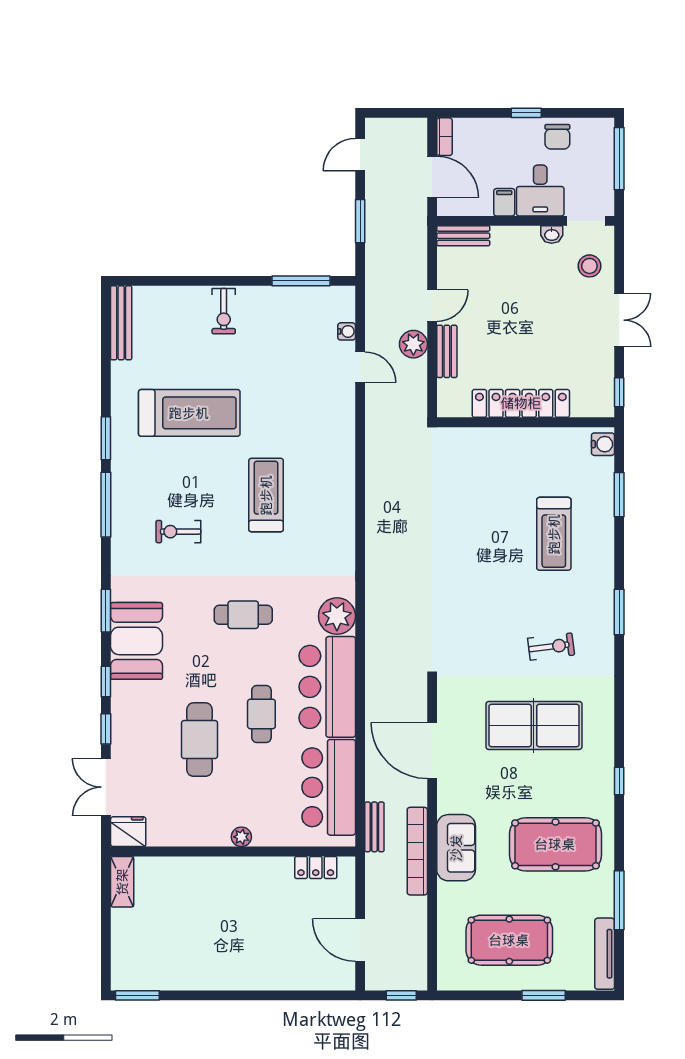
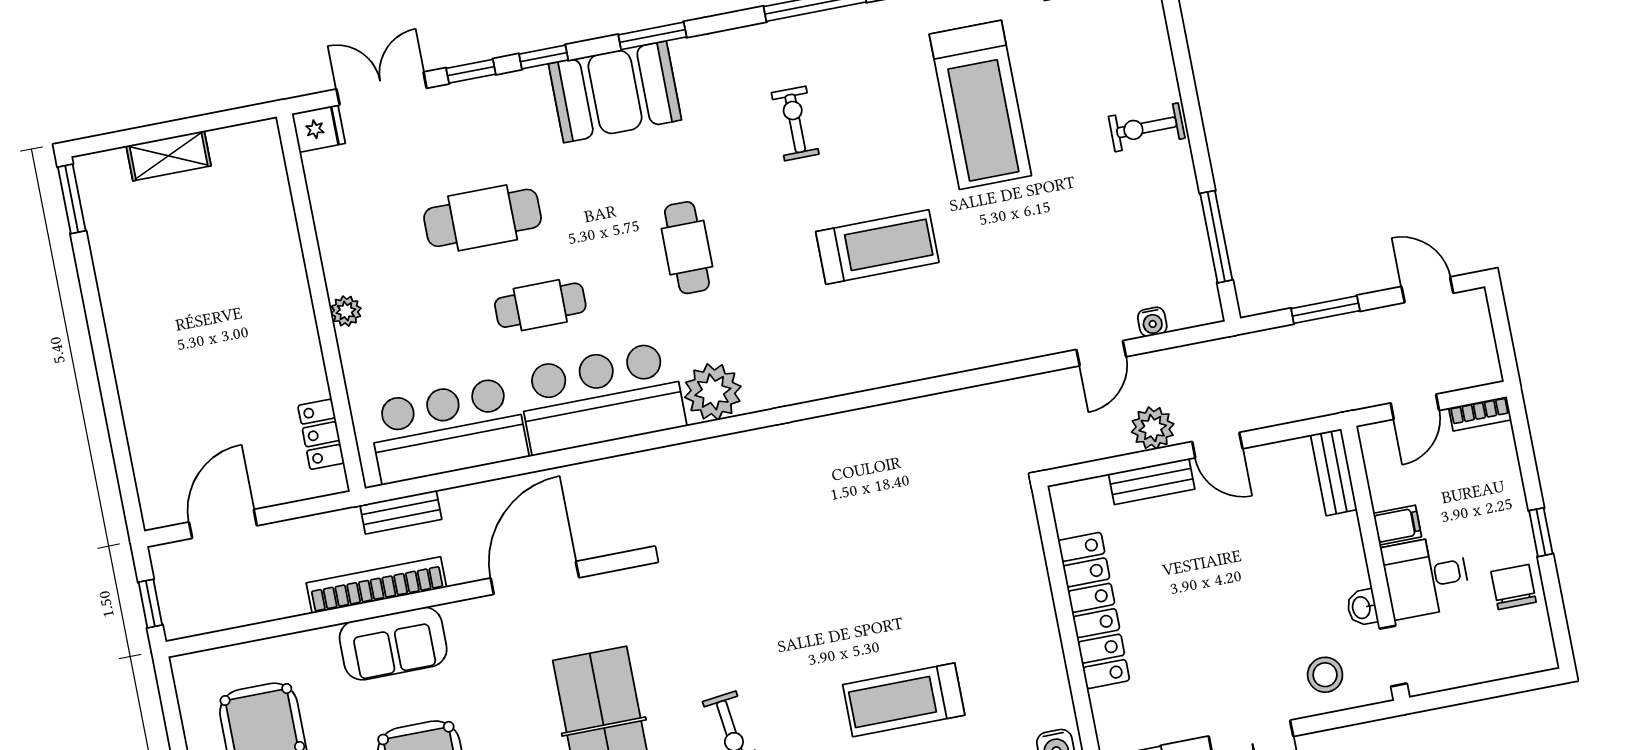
chair: (557, 137) -> (1514, 587), turned 90
window: (619, 159) -> (1498, 688), removed
door: (432, 177) -> (1415, 407), width x0.73
fridge: (128, 832) -> (319, 129), width x0.72
shelving: (122, 882) -> (169, 156), moved

